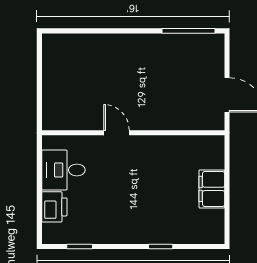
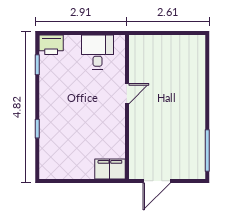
filing cabinet: (212, 189) -> (110, 169), moved
printer: (54, 207) -> (51, 45), moved

